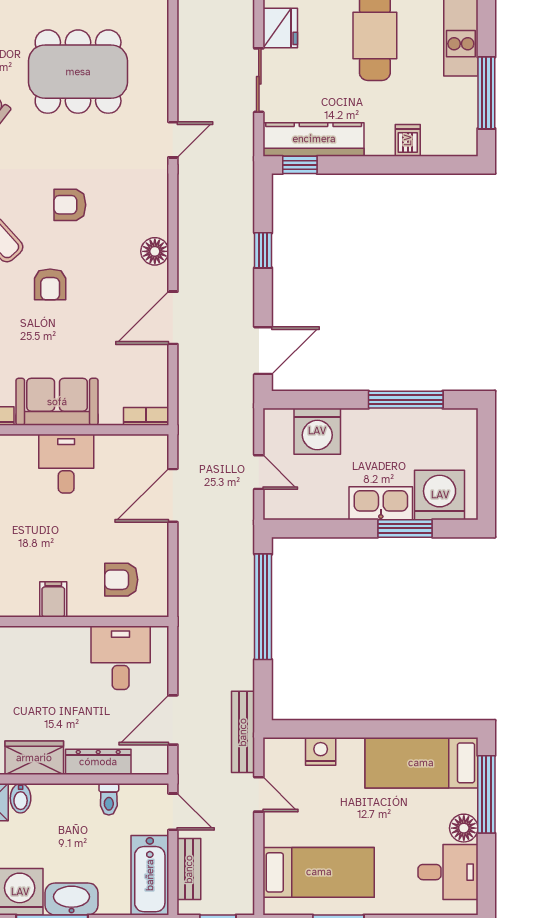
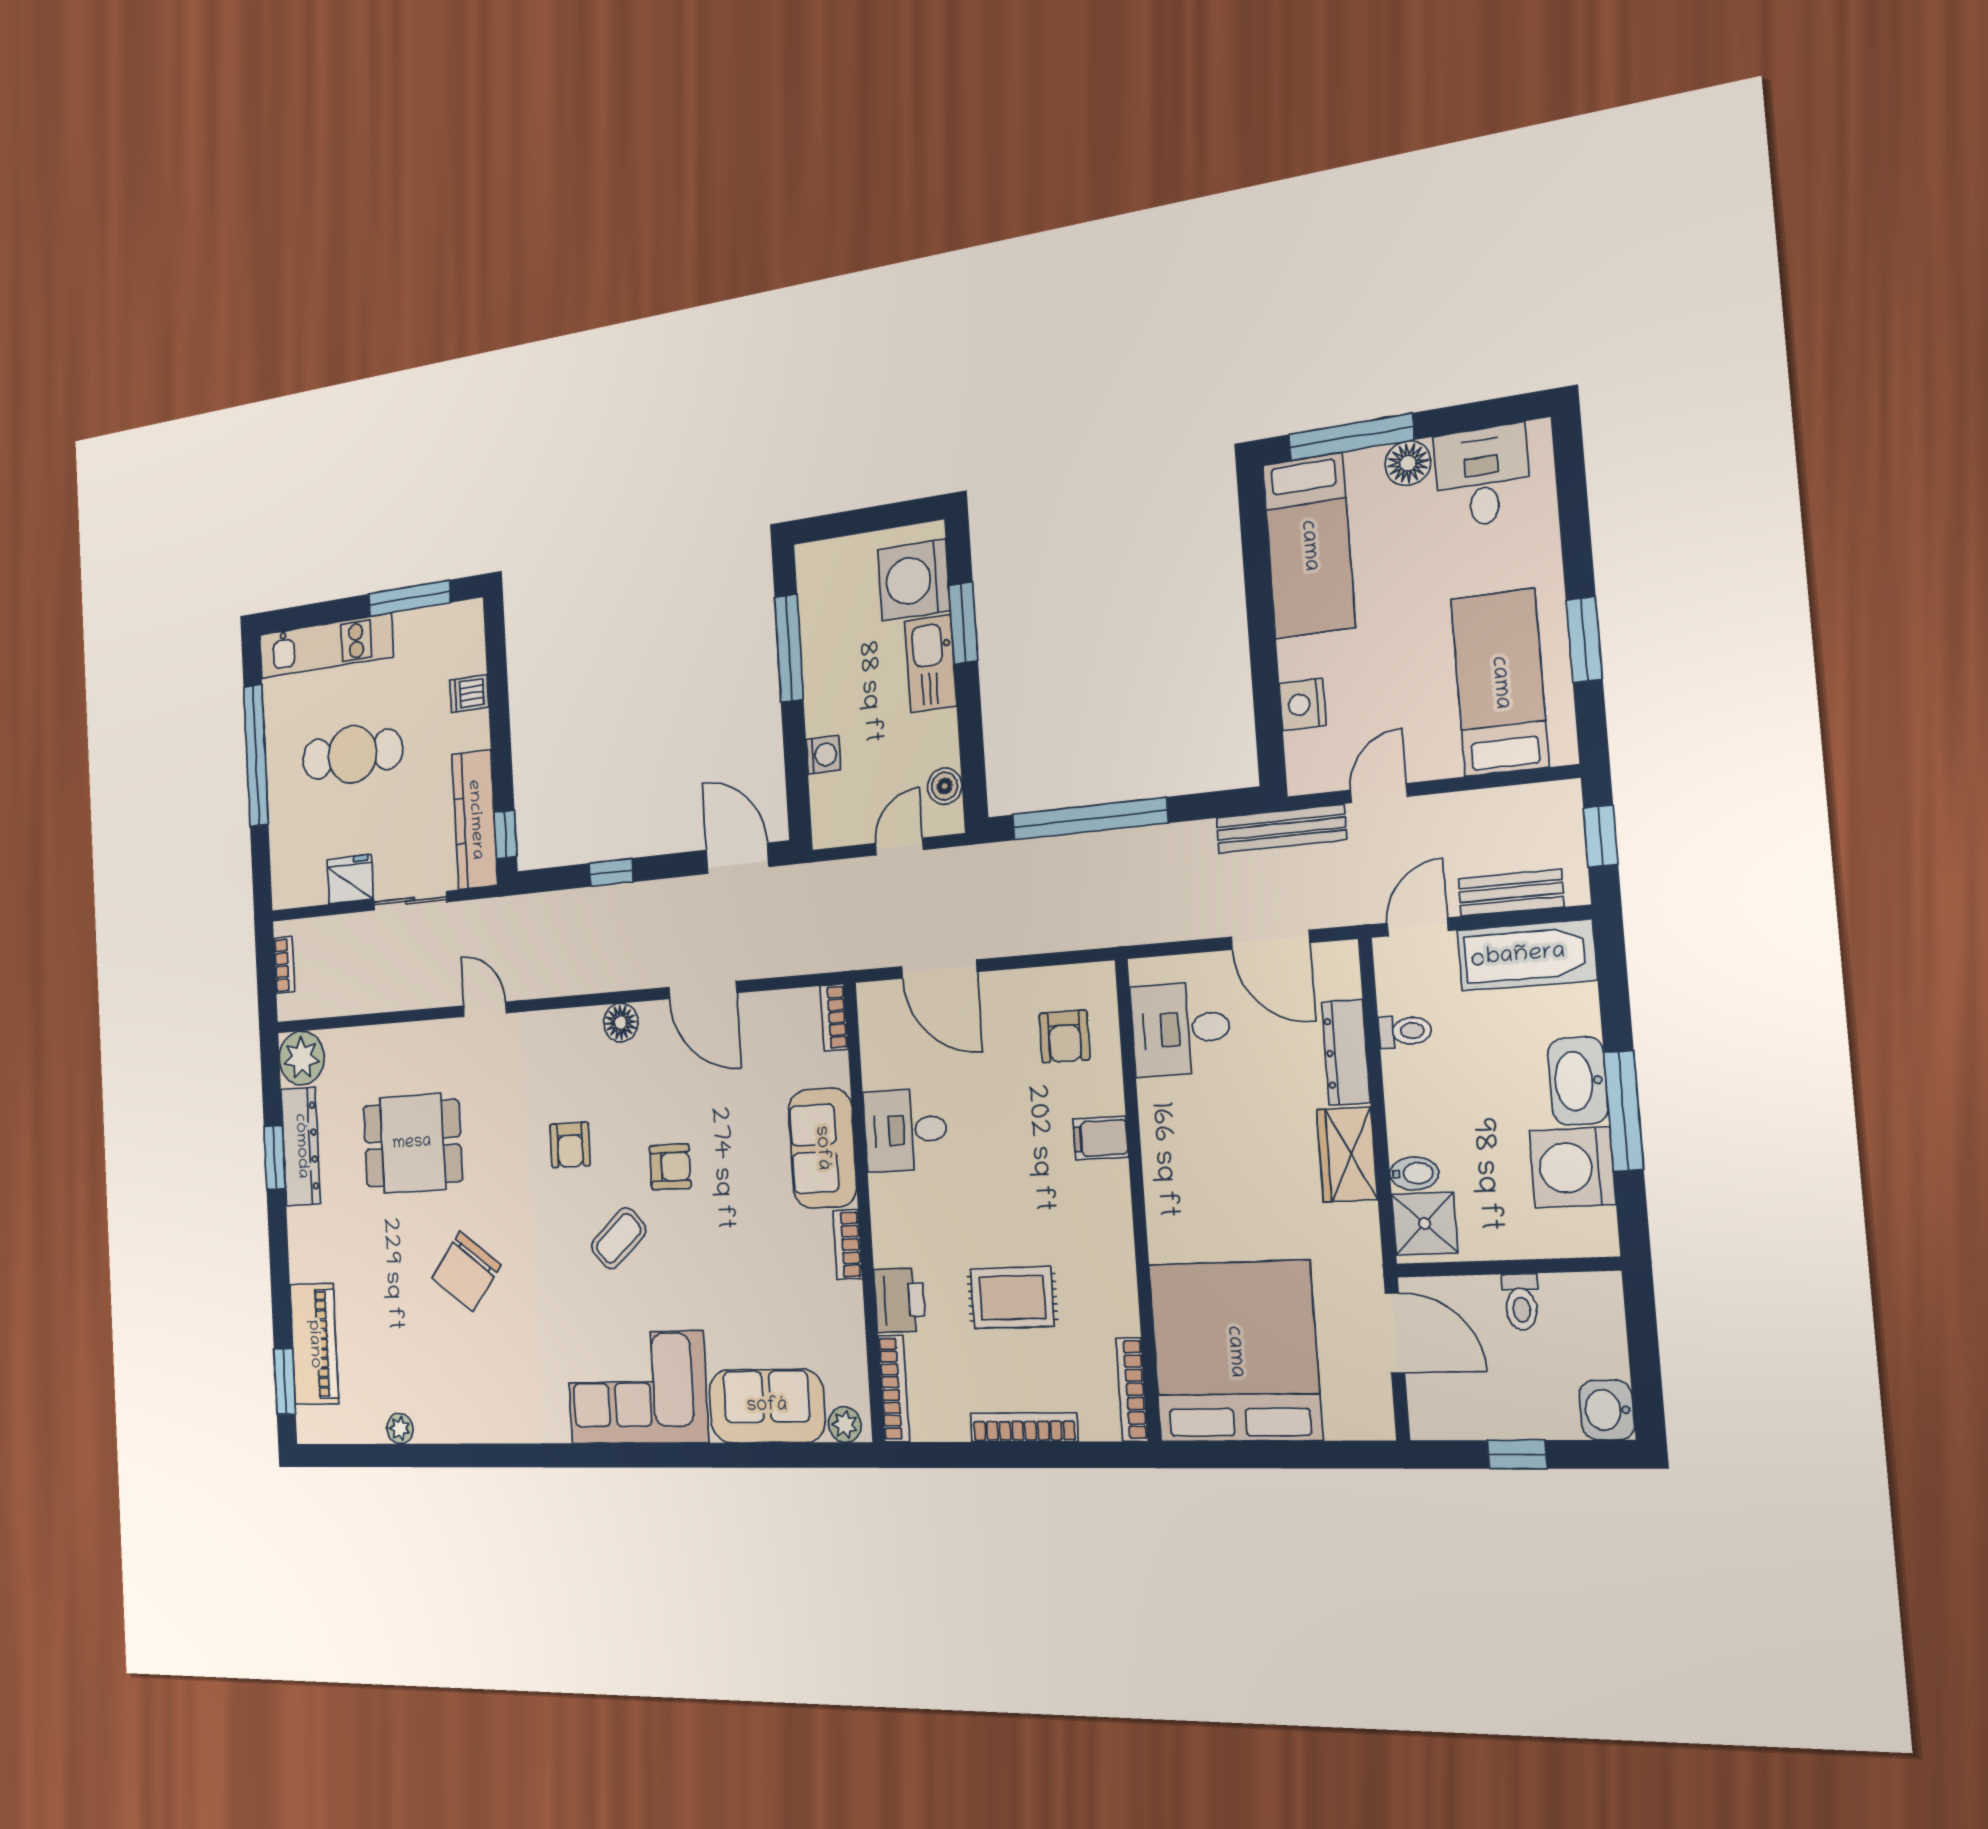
dining table: (78, 72) -> (412, 1143), width x0.73
washing machine: (317, 431) -> (823, 755), width x0.53, depth x0.53
boiler: (296, 508) -> (945, 786), added

